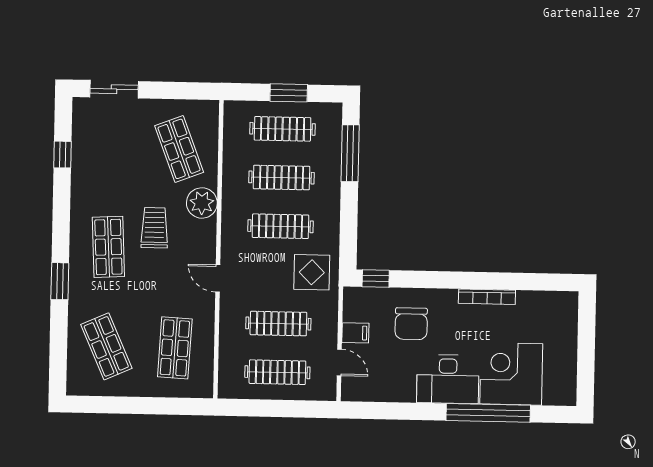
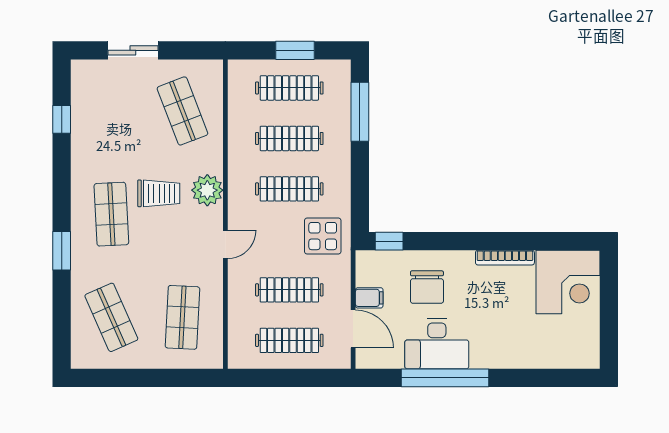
sliding door: (114, 89) -> (133, 50), moved
plant: (202, 203) -> (207, 190), moved
trolley: (154, 228) -> (159, 193), turned 90
door: (218, 278) -> (225, 244), swing flipped
door: (339, 362) -> (353, 329), width x1.38
corner desk: (511, 374) -> (568, 282), moved, turned 180
desk: (448, 379) -> (437, 344), moved
window: (488, 413) -> (445, 378), moved

